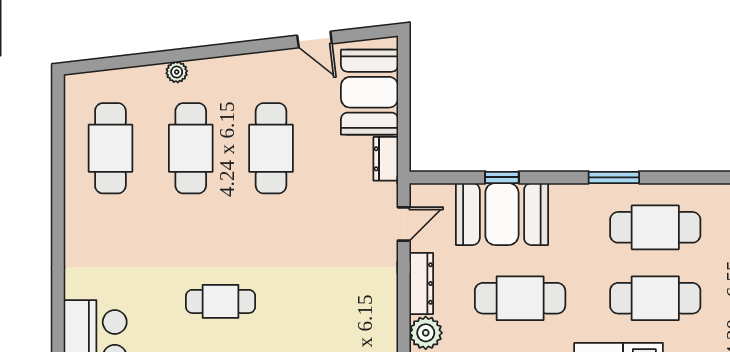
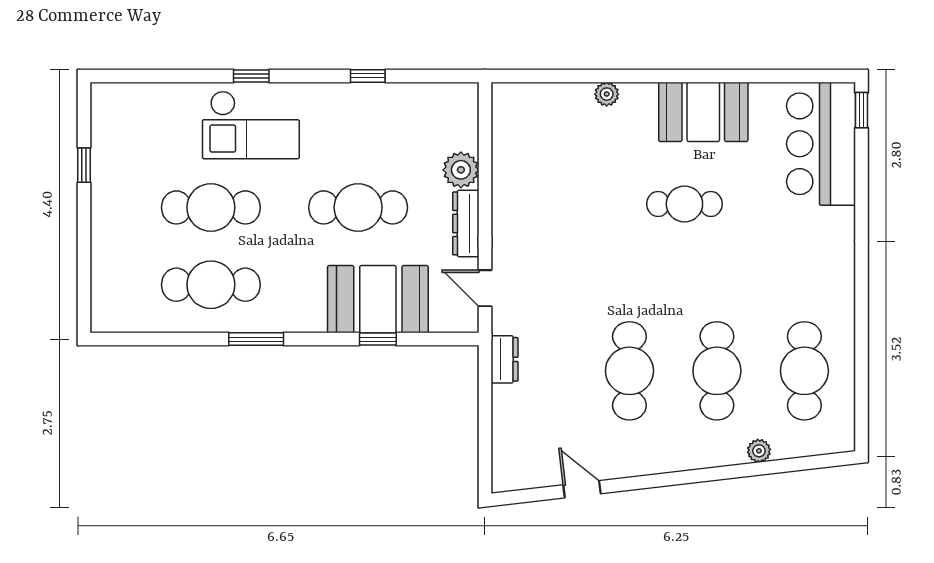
plant: (177, 72) -> (759, 451), moved
booth: (369, 92) -> (522, 432), removed
door: (404, 224) -> (485, 288), hinge flipped

